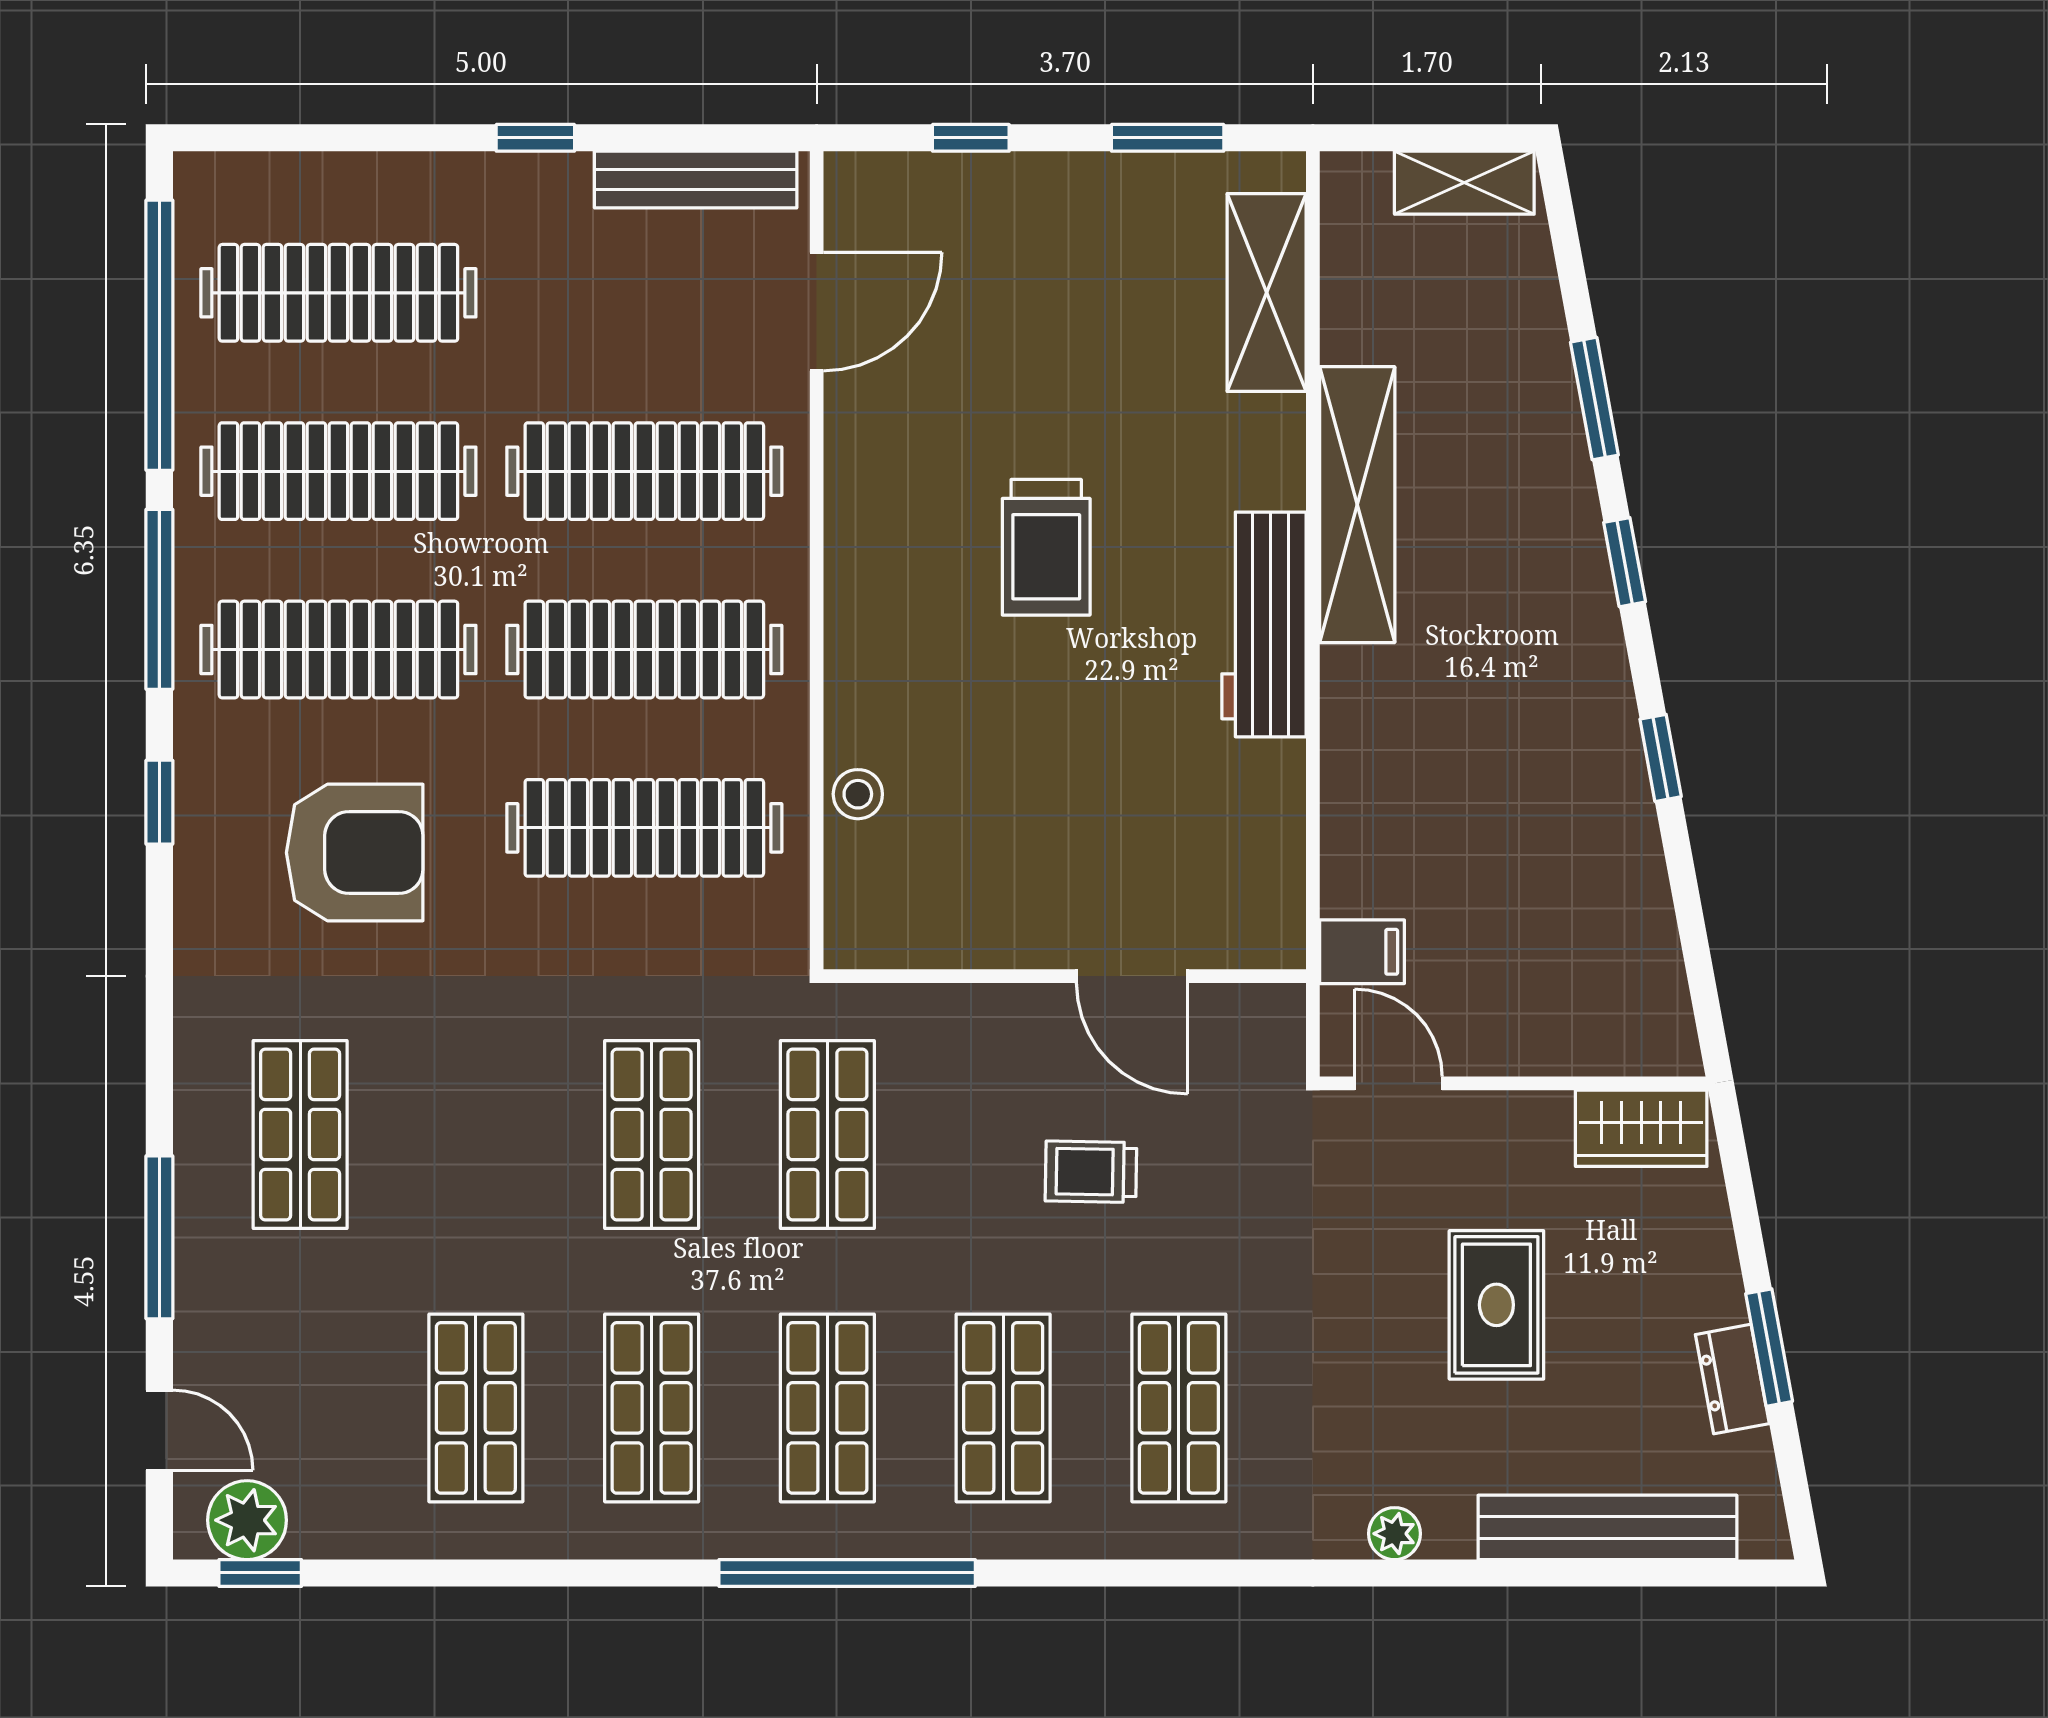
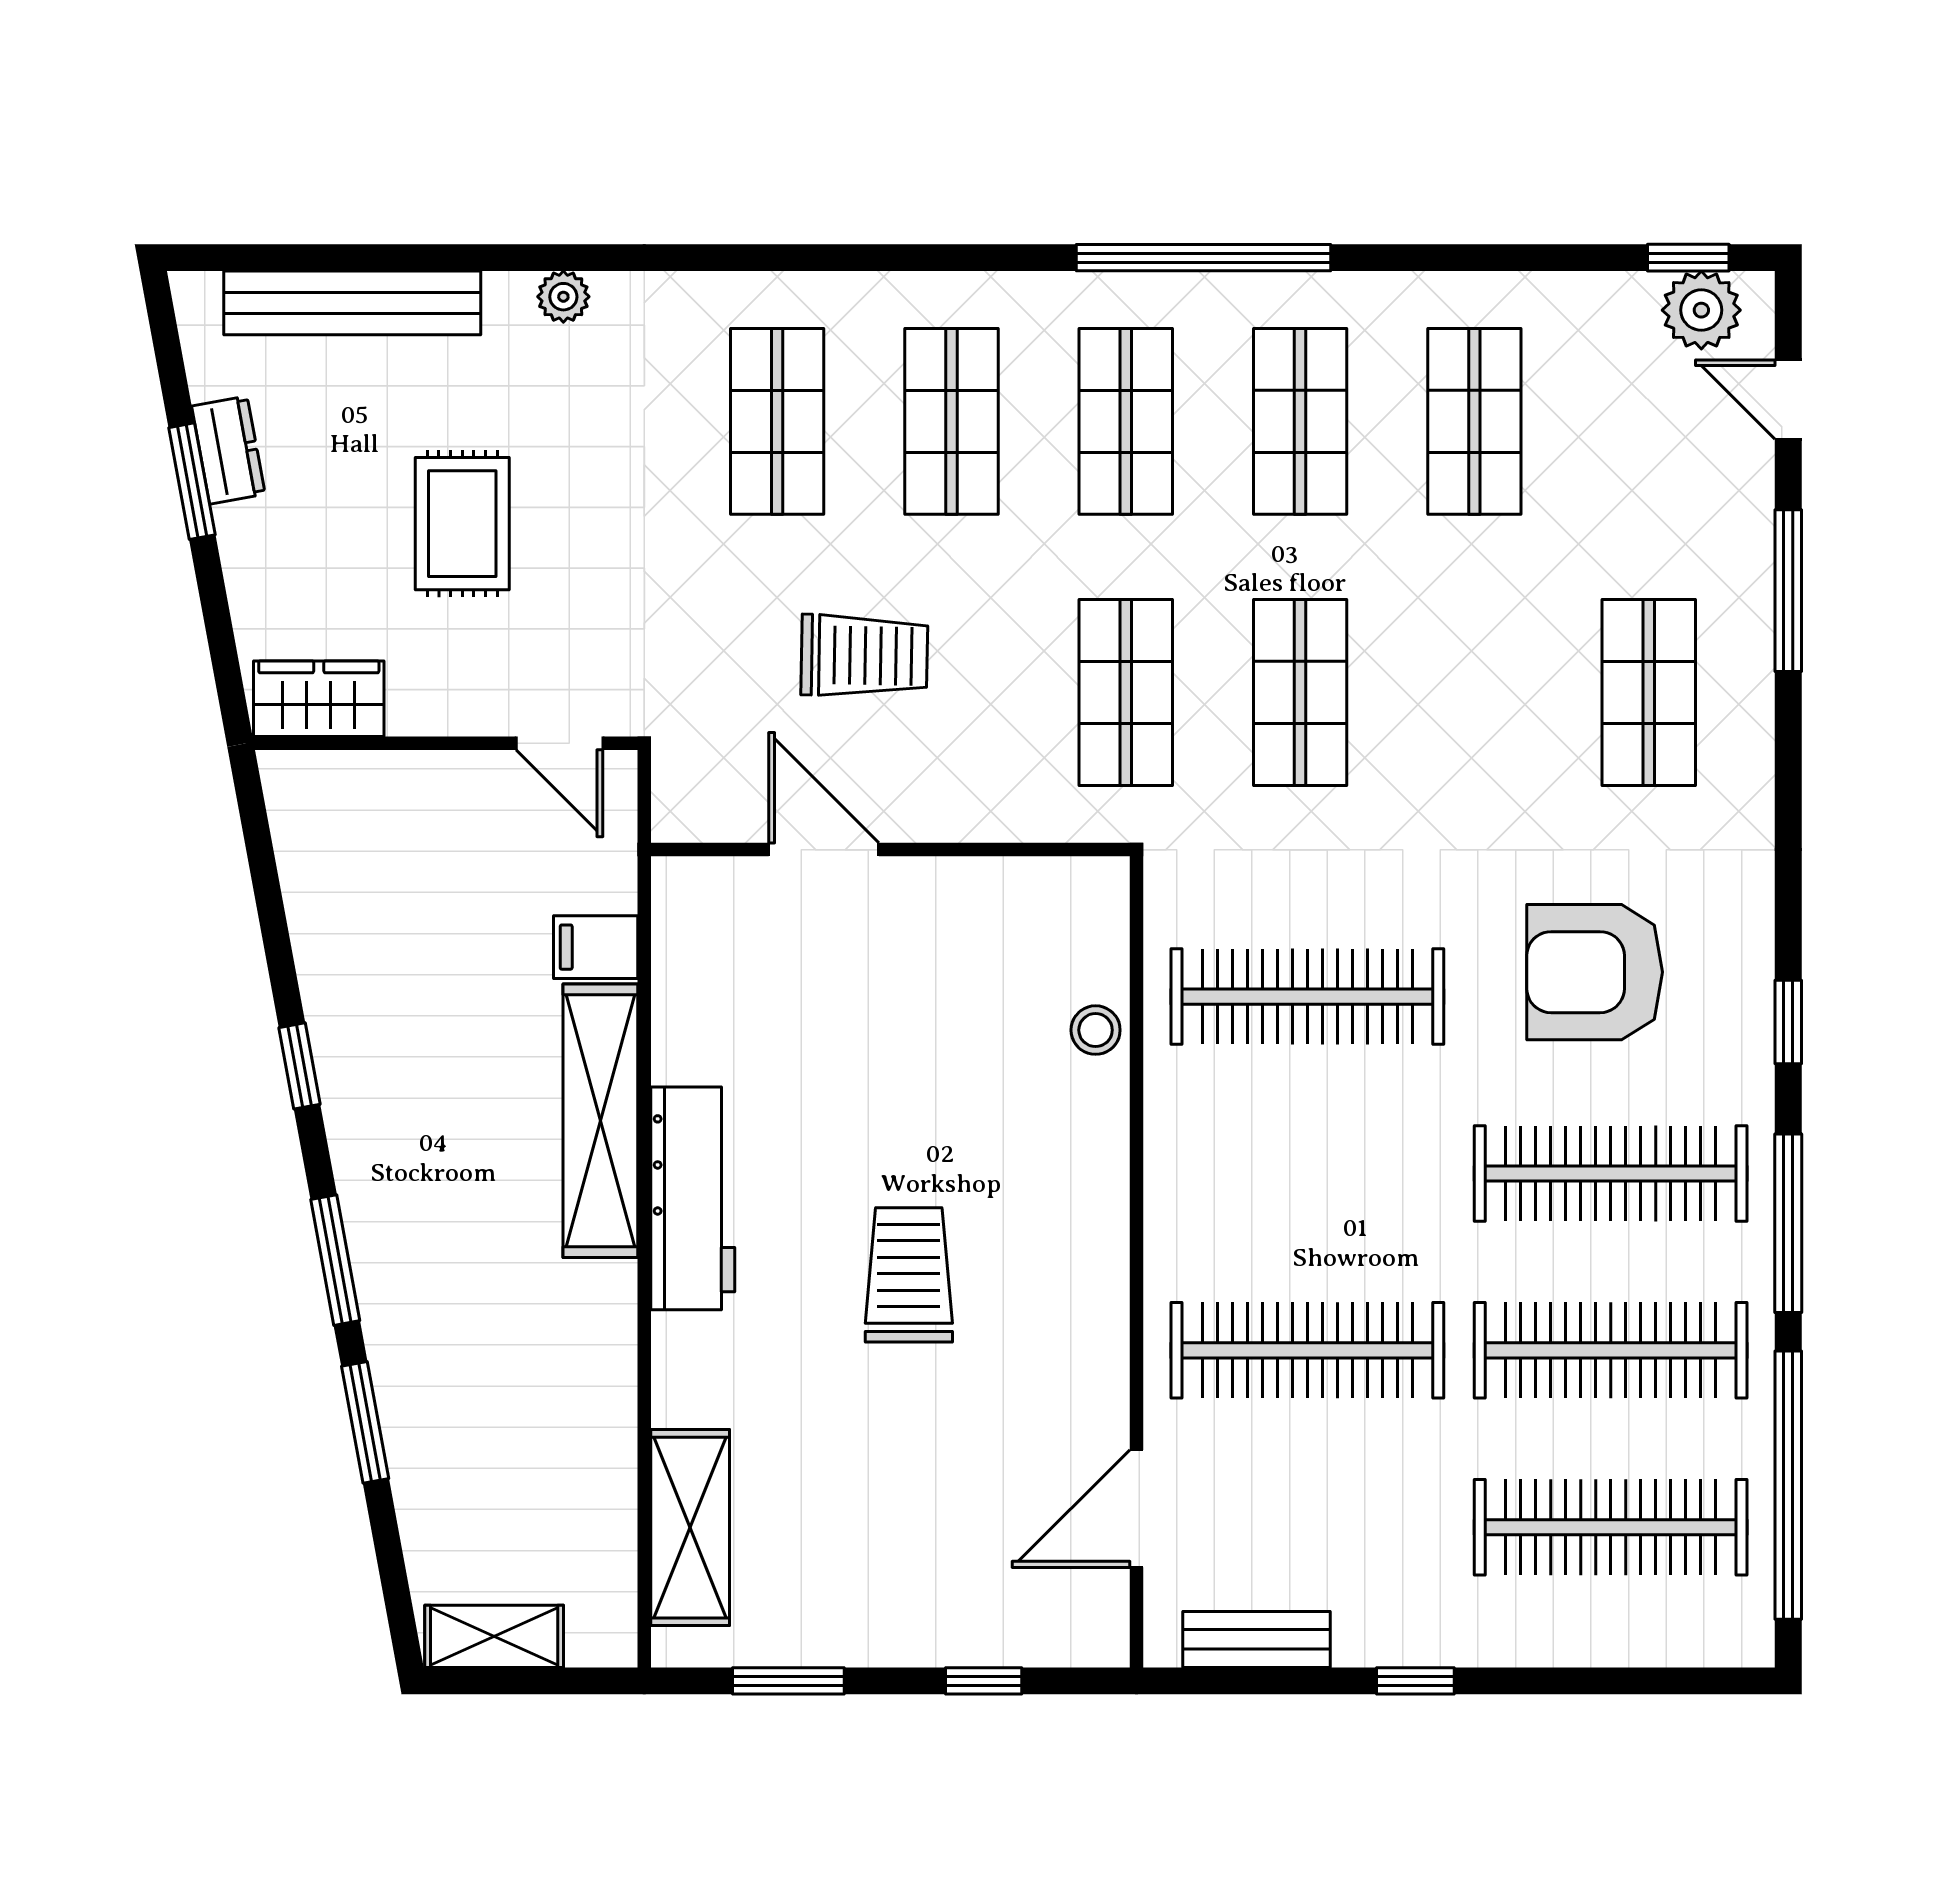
bench: (696, 180) -> (1256, 1640), width x0.73
shelving: (1357, 505) -> (600, 1121), moved
window: (1625, 562) -> (335, 1260), width x1.50
clothes rail: (644, 650) -> (1307, 1173), removed
filing cabinet: (1362, 952) -> (596, 947), moved
trolley: (1091, 1172) -> (864, 656), width x1.36, depth x1.39
window: (847, 1573) -> (1203, 258), moved

